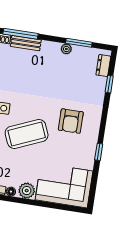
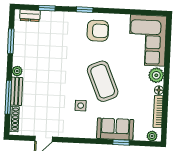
plant: (66, 49) -> (17, 71), moved
armchair: (71, 121) -> (98, 31), moved
window: (99, 152) -> (85, 10), moved

